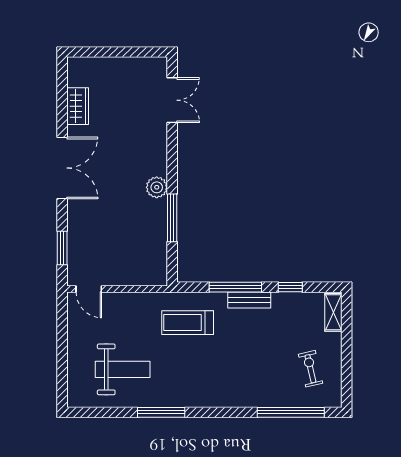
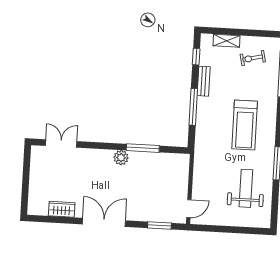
window: (290, 287) -> (196, 57), moved
bench: (249, 300) -> (204, 81), moved
shelving: (333, 312) -> (227, 41), moved
treadmill: (188, 323) -> (245, 125), moved, width x1.37, depth x1.38

